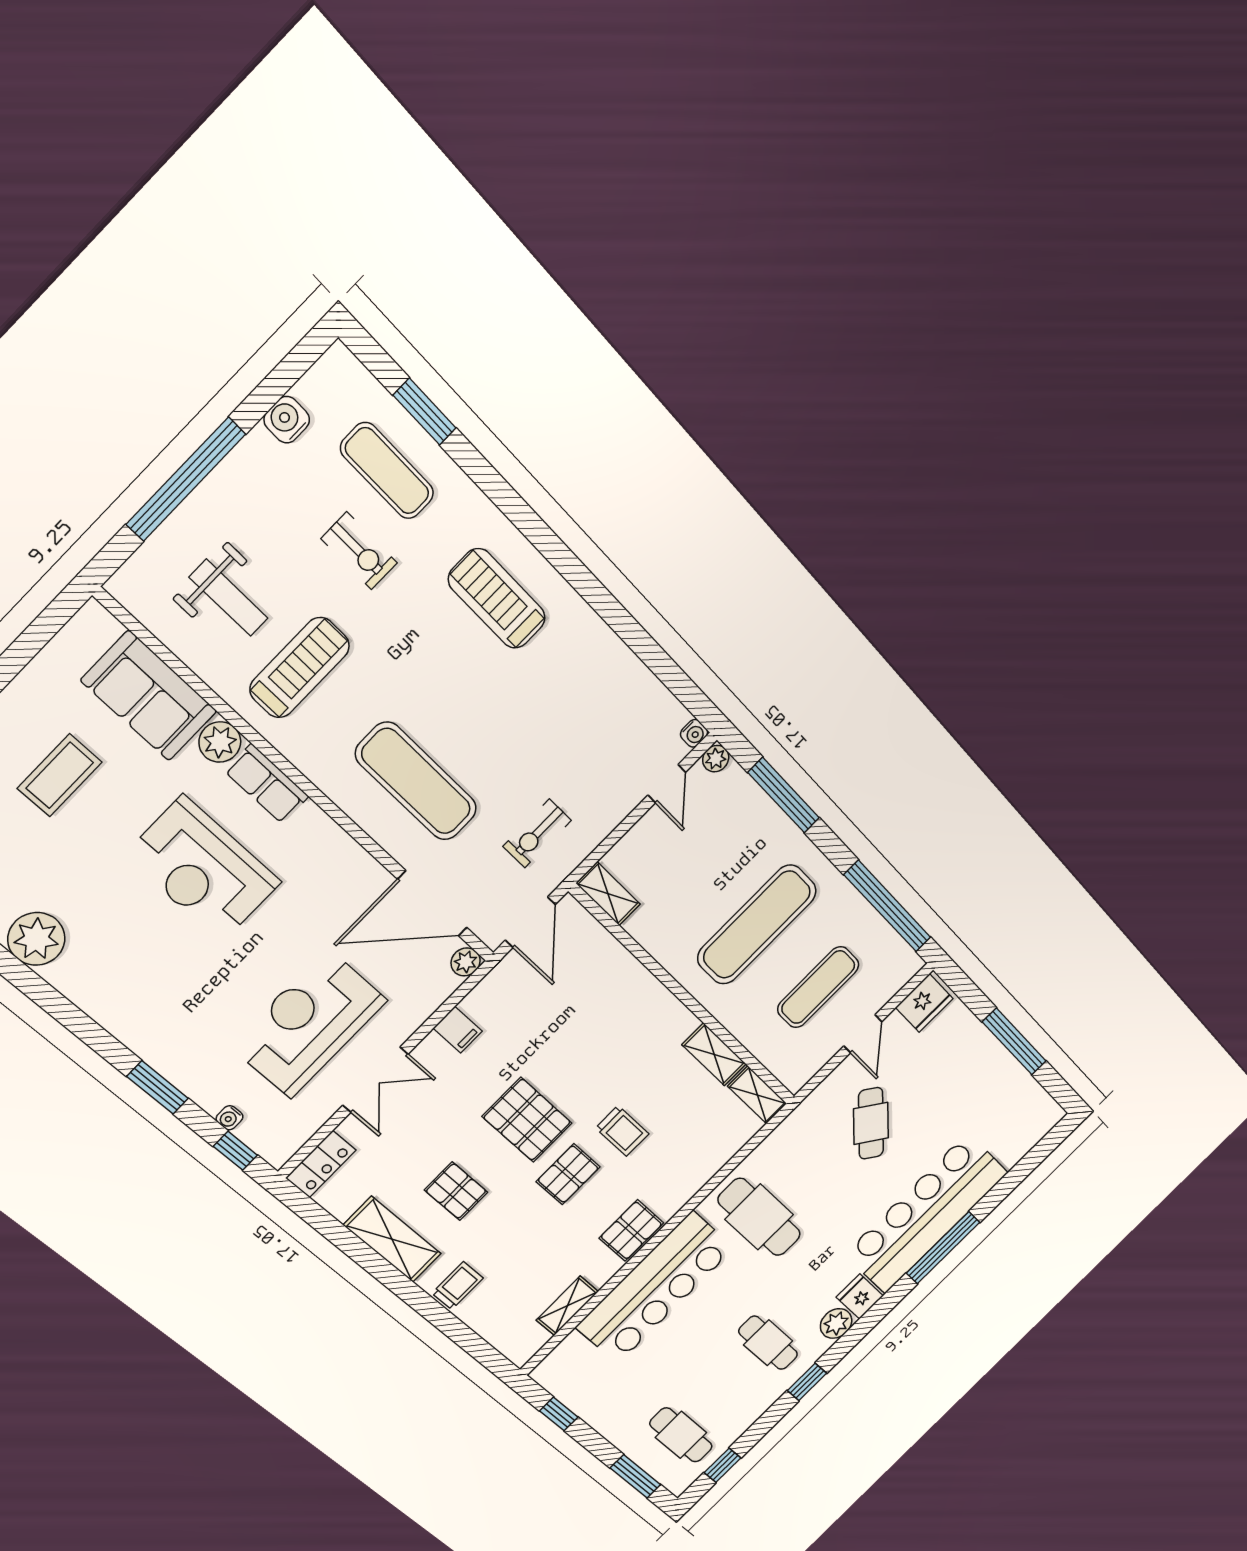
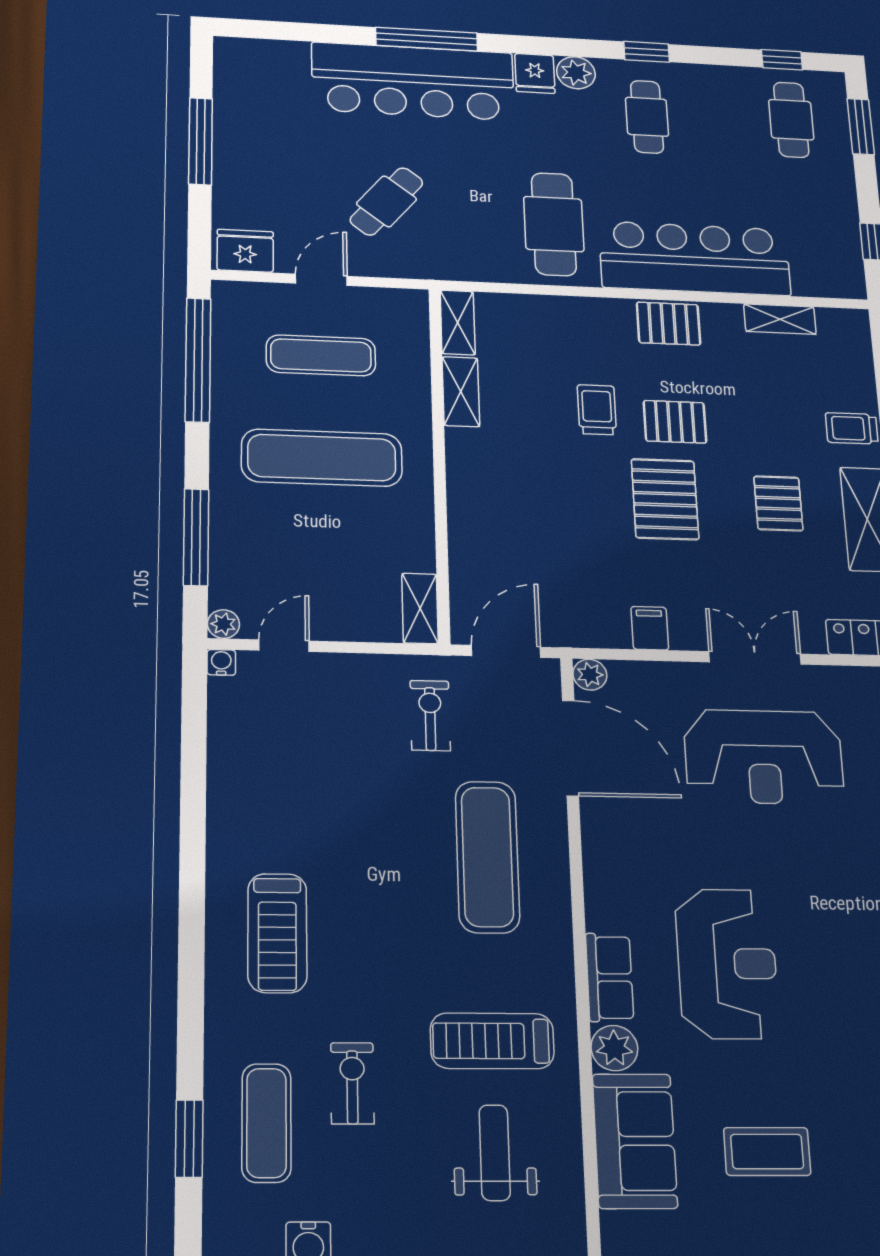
exercise bike: (537, 833) -> (430, 715), turned -90

